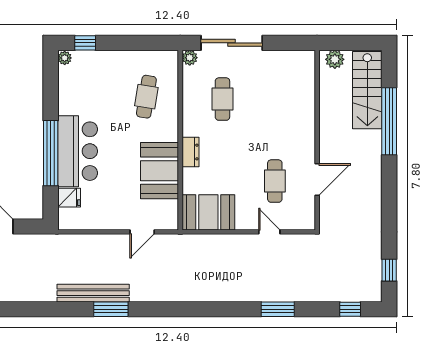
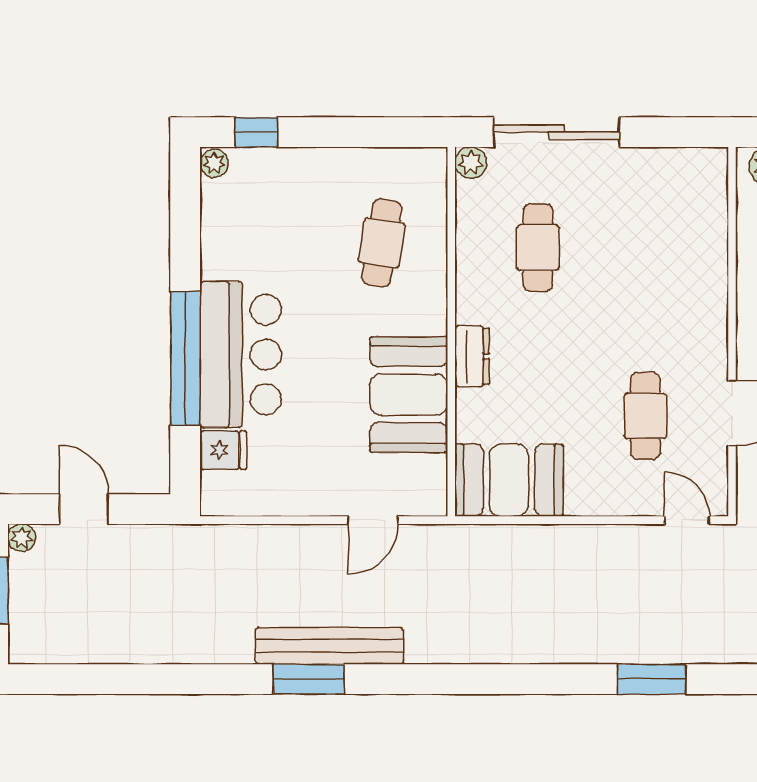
door: (269, 232) -> (687, 520), moved
bench: (93, 293) -> (329, 646), moved

